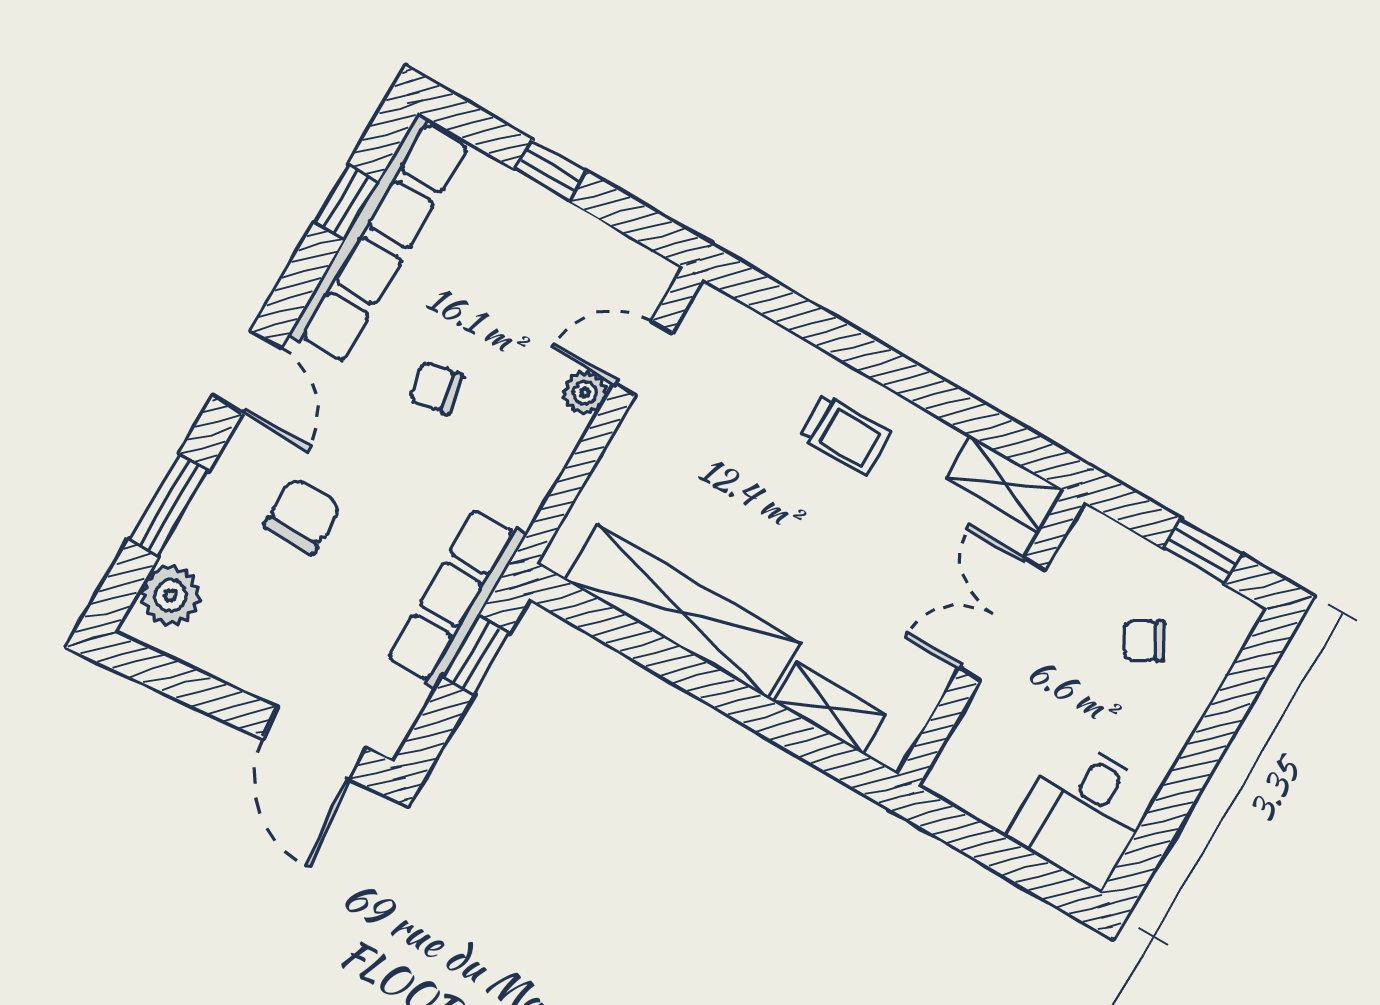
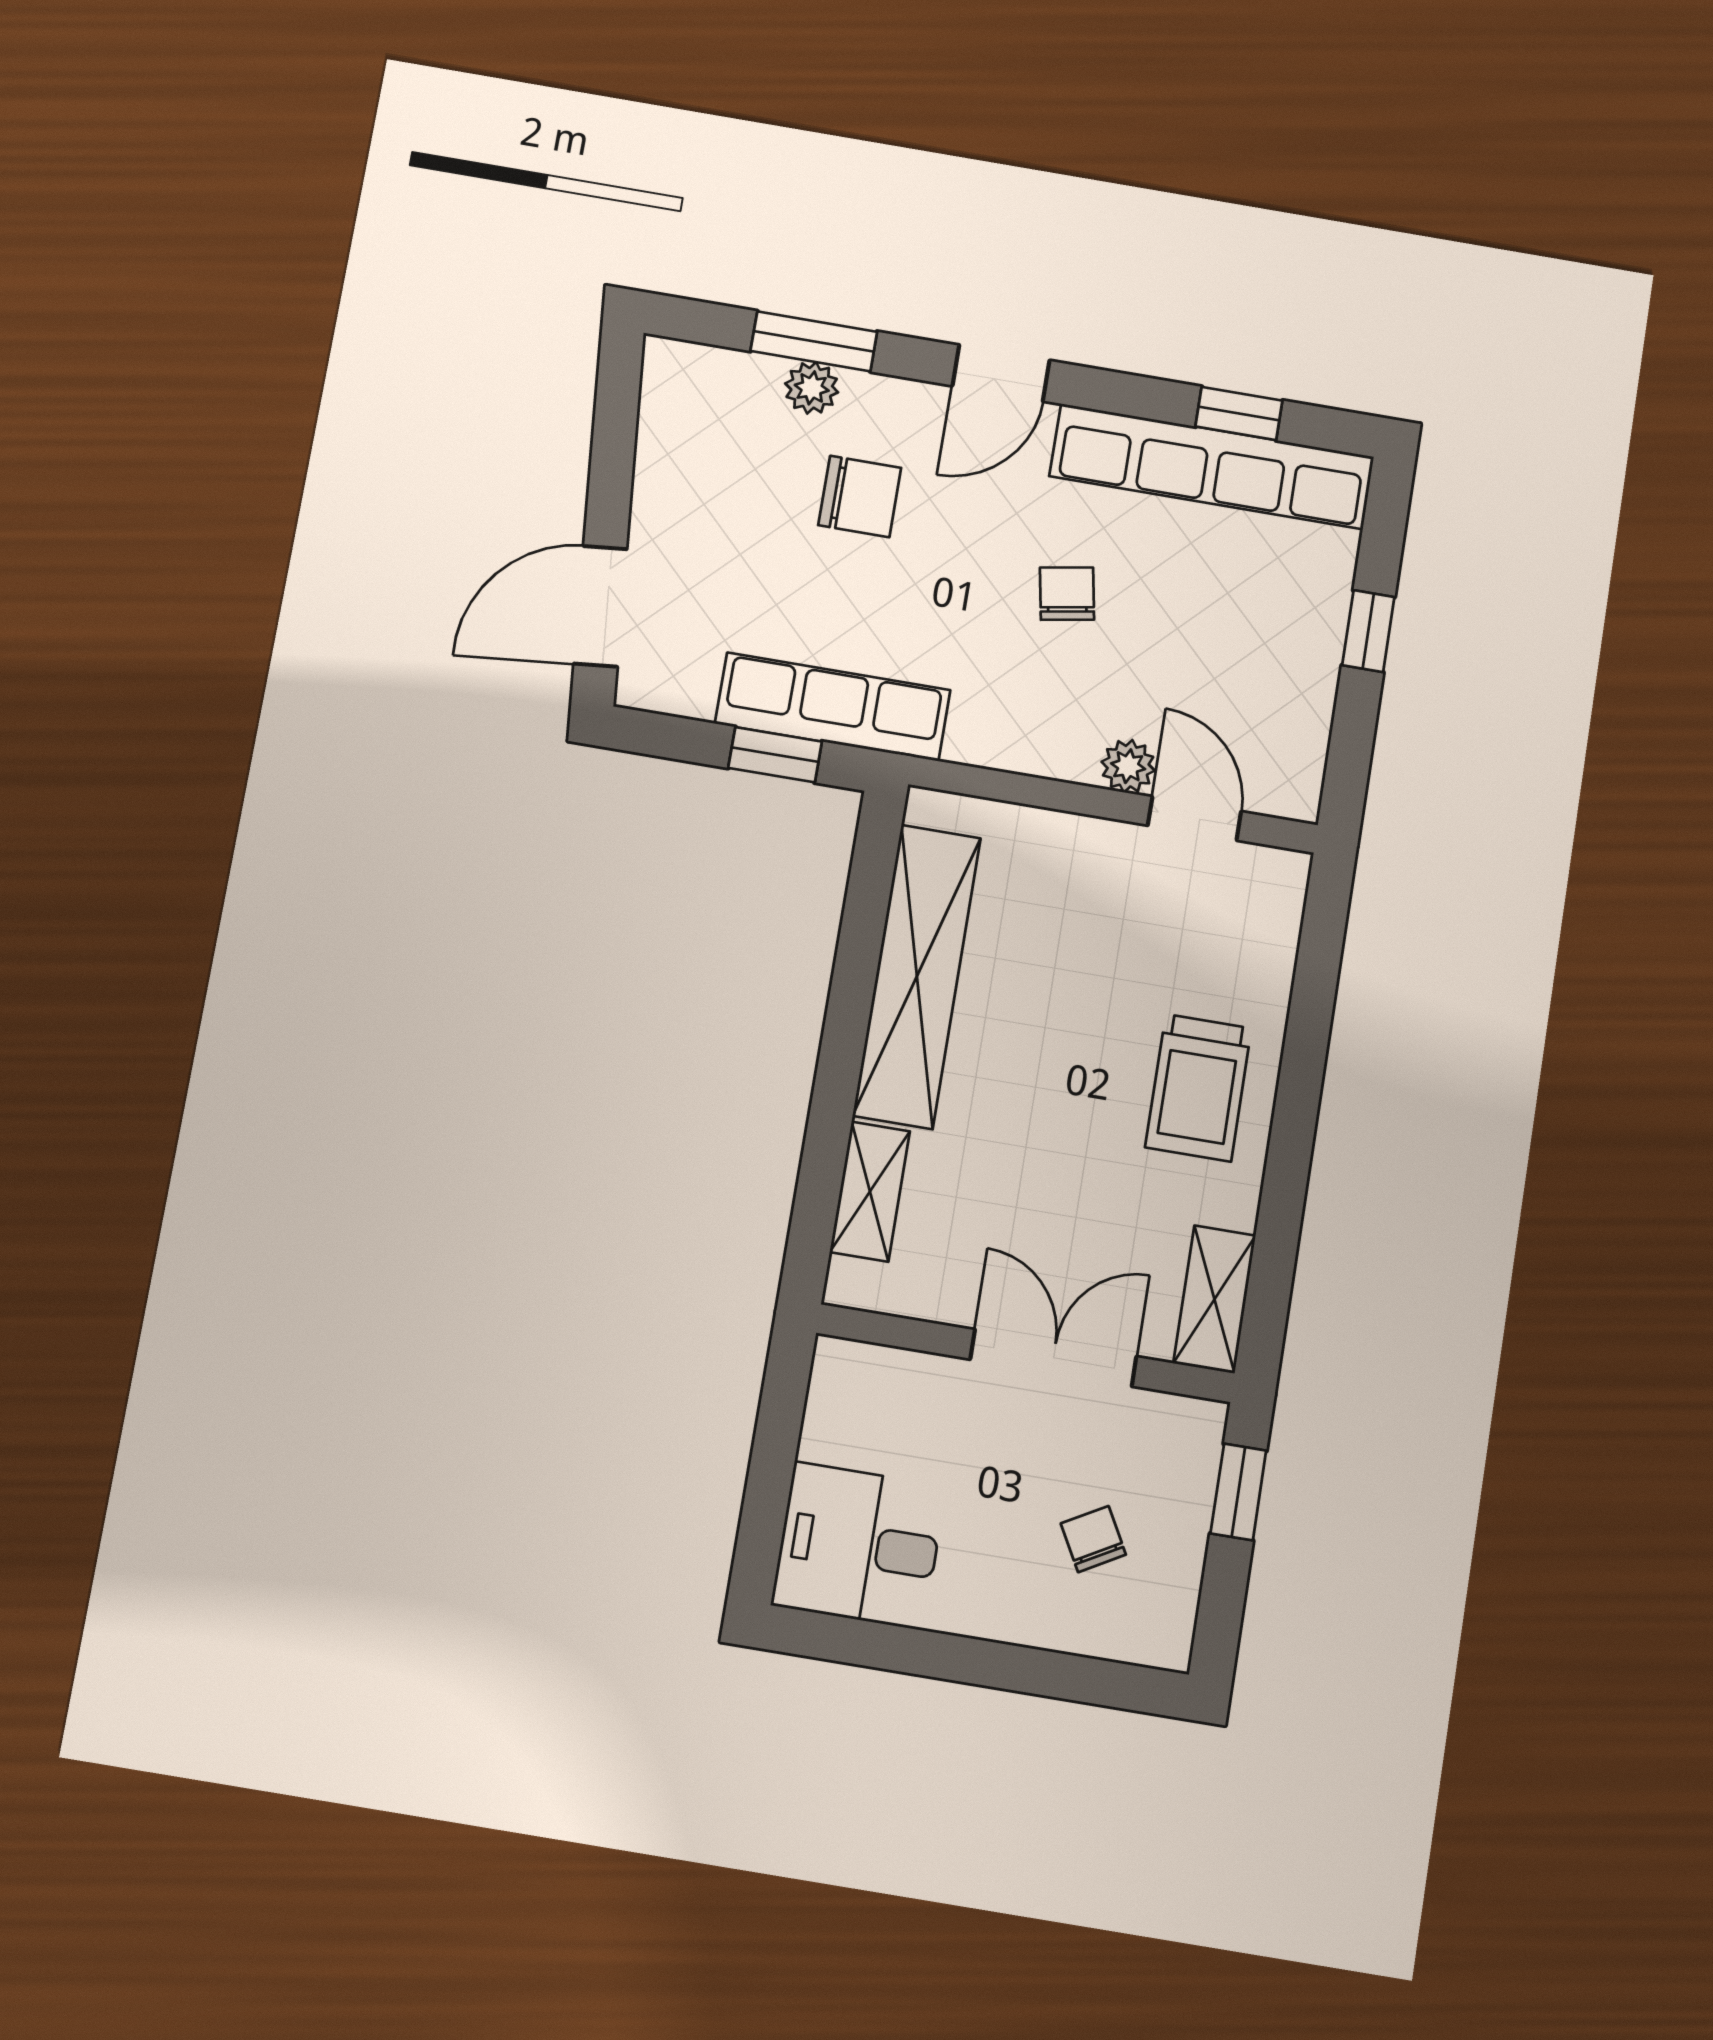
trolley: (845, 435) -> (1198, 1088), width x1.36, depth x1.39
window: (1203, 551) -> (1238, 1492), moved
plant: (170, 595) -> (812, 388), moved, width x0.73, depth x0.73

